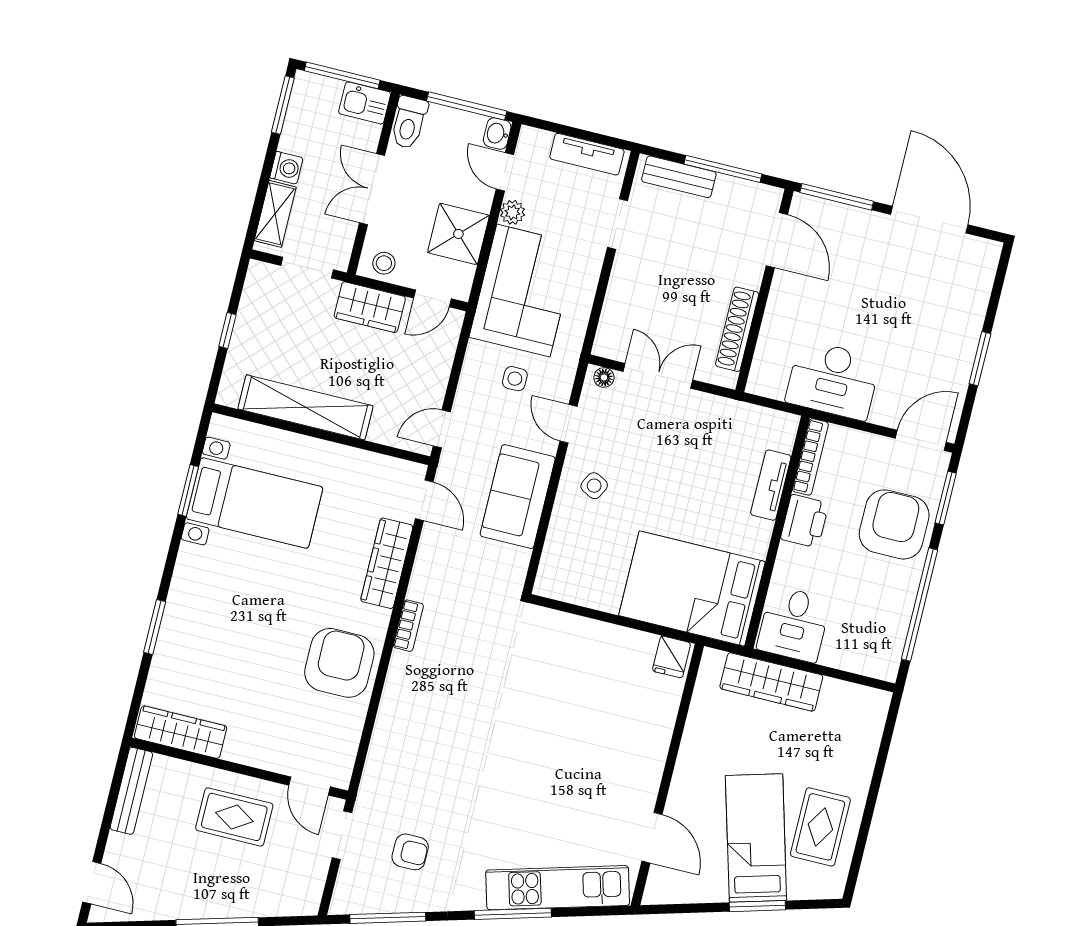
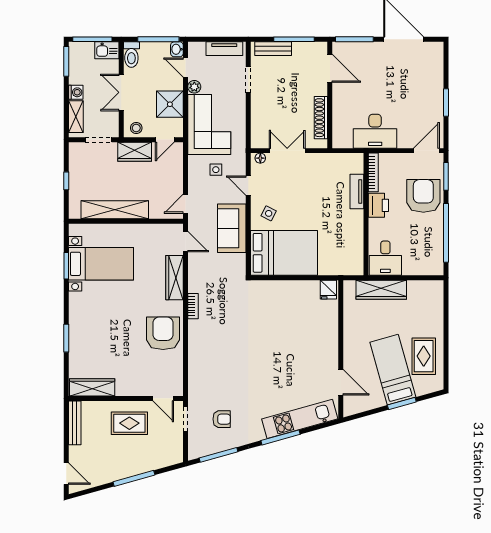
bed: (692, 589) -> (284, 253), moved, turned 180

